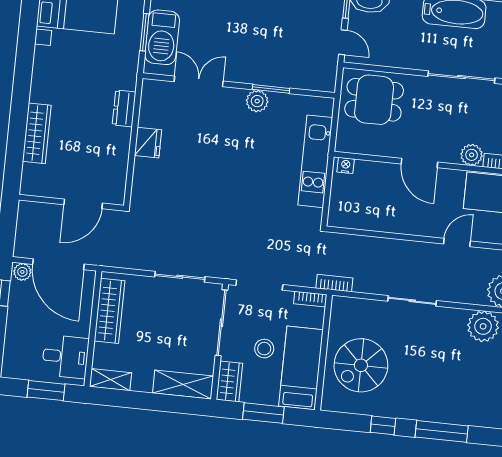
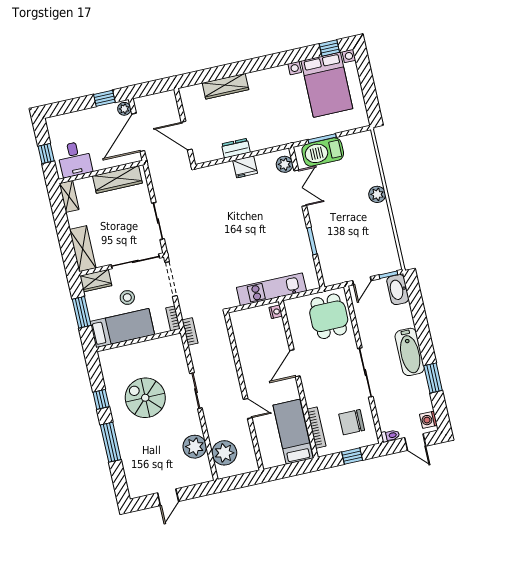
plant: (257, 101) -> (285, 164), moved
dresser: (124, 108) -> (236, 148), moved
plant: (472, 155) -> (313, 398), removed
spiral stairs: (361, 365) -> (145, 398), moved
window: (46, 391) -> (46, 153), width x0.67

